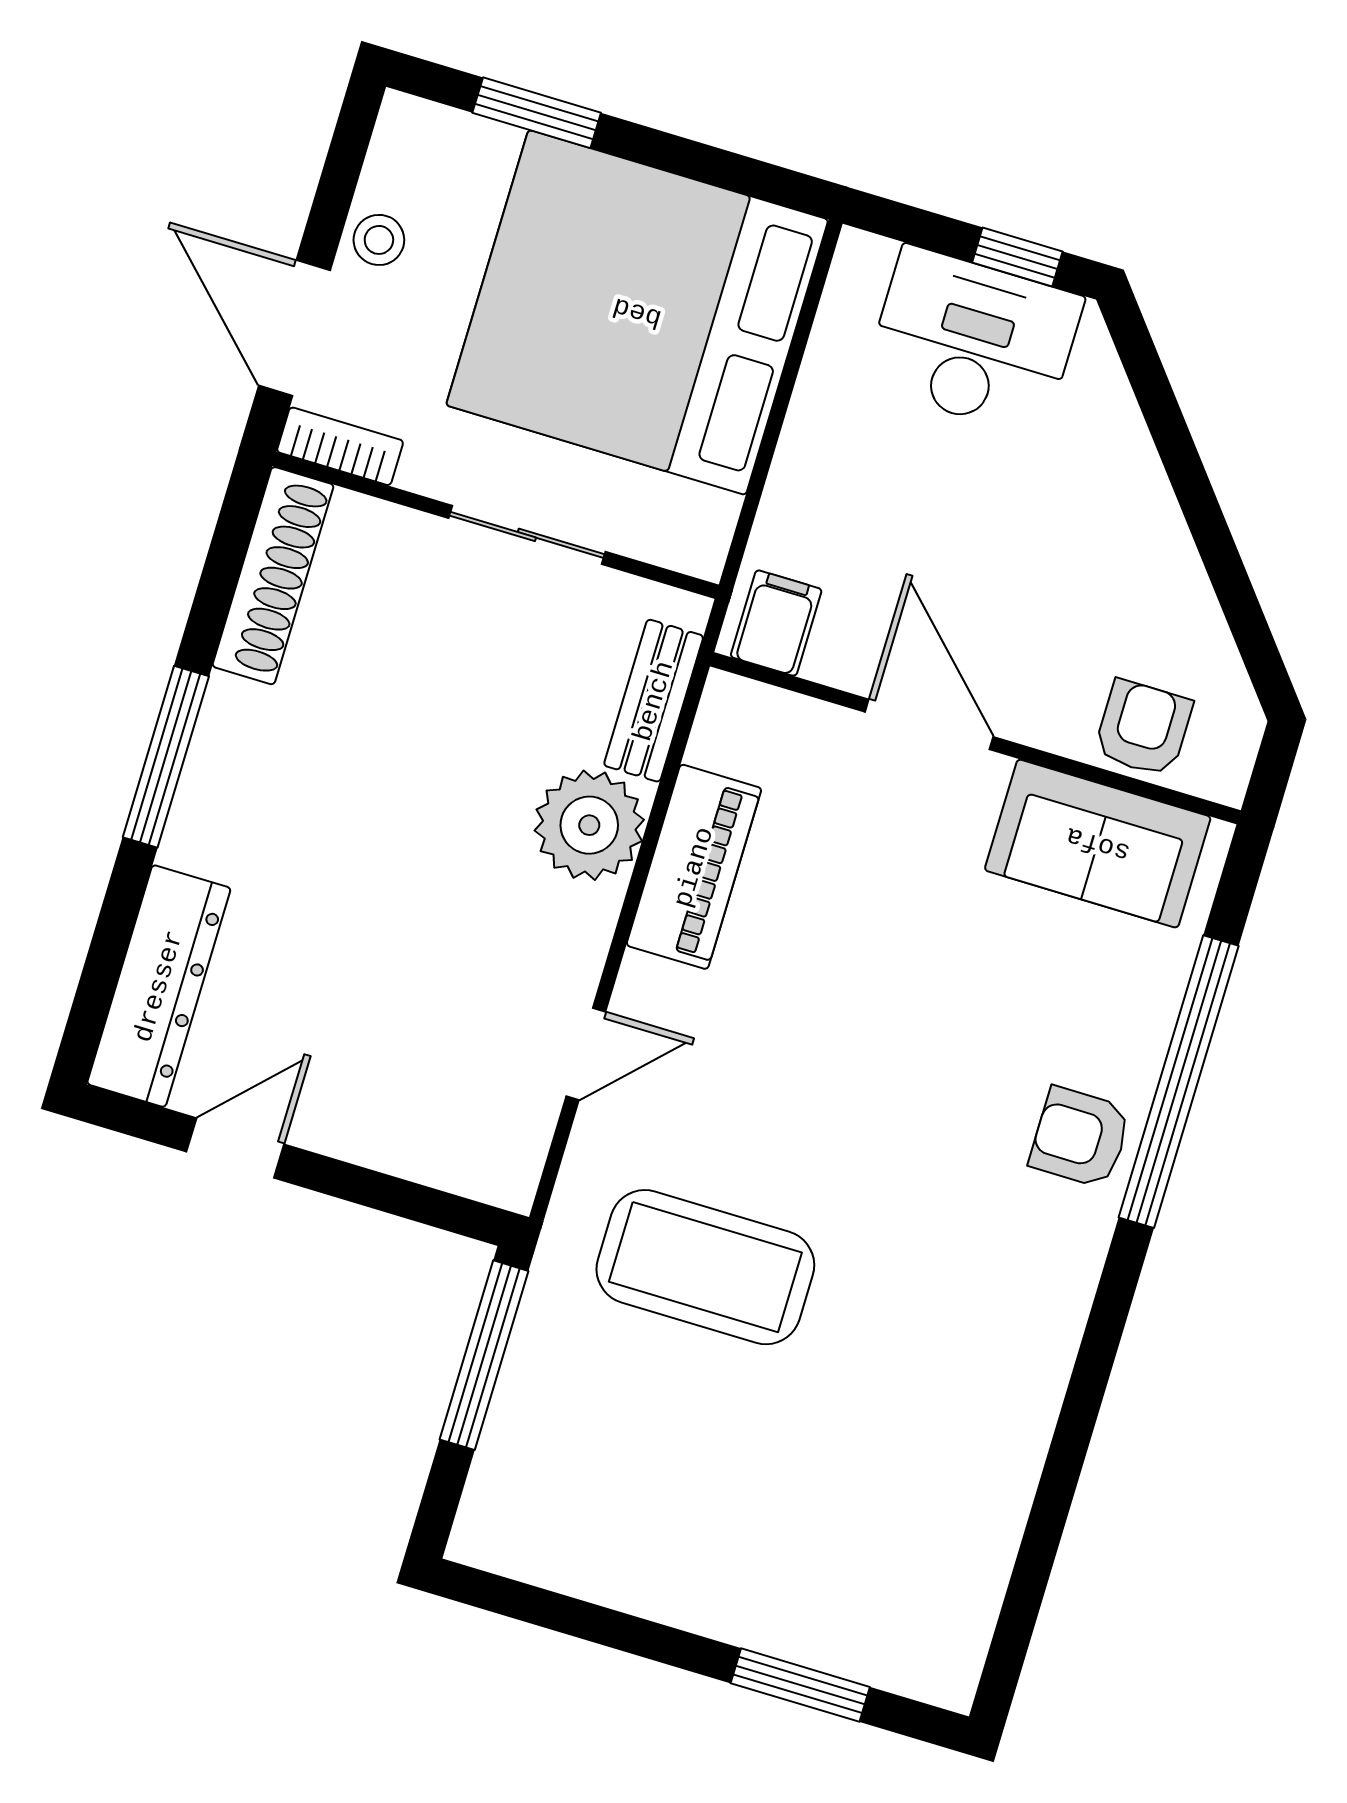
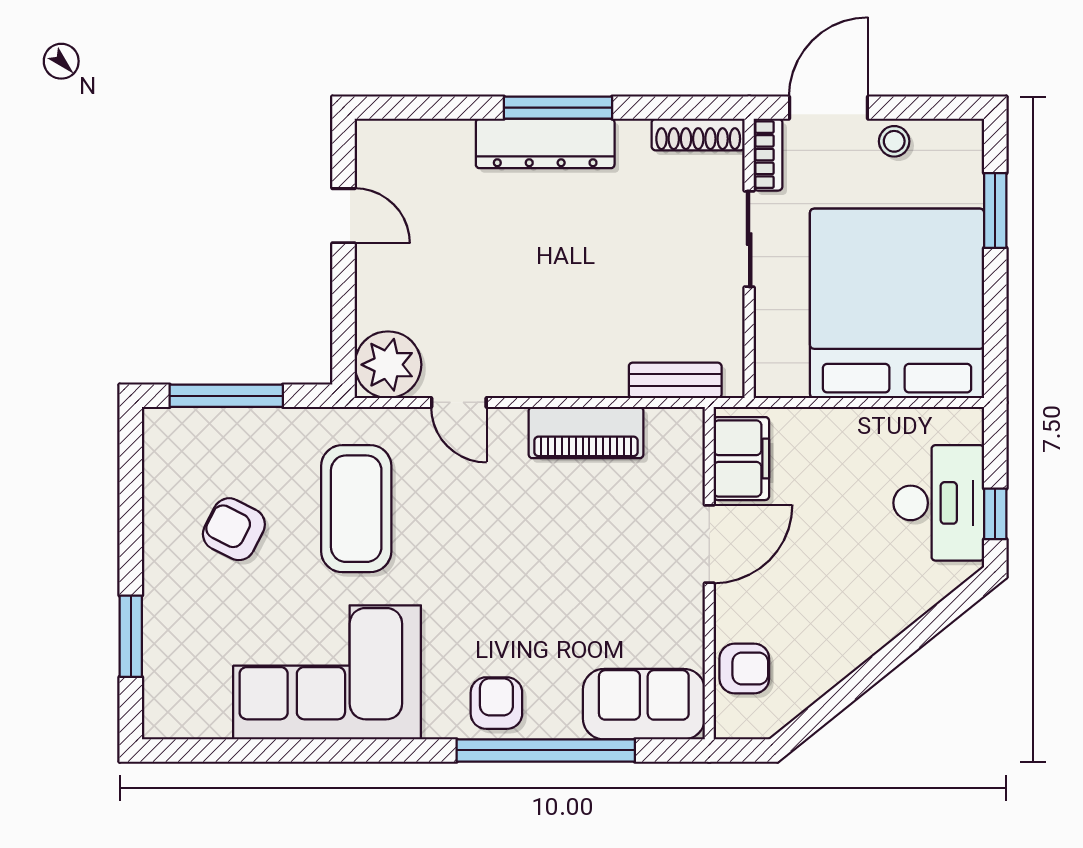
sliding door: (527, 535) -> (749, 239), moved
shoe rack: (273, 576) -> (698, 135), width x0.74, depth x0.81
filing cabinet: (776, 623) -> (741, 459), width x2.00
plant: (589, 825) -> (388, 365), moved
sofa: (1098, 844) -> (644, 704), moved, turned 90
dresser: (159, 986) -> (545, 143), moved
window: (484, 1355) -> (226, 396), moved
corner sofa: (951, 1391) -> (327, 672), added
armchair: (680, 1471) -> (234, 529), added

